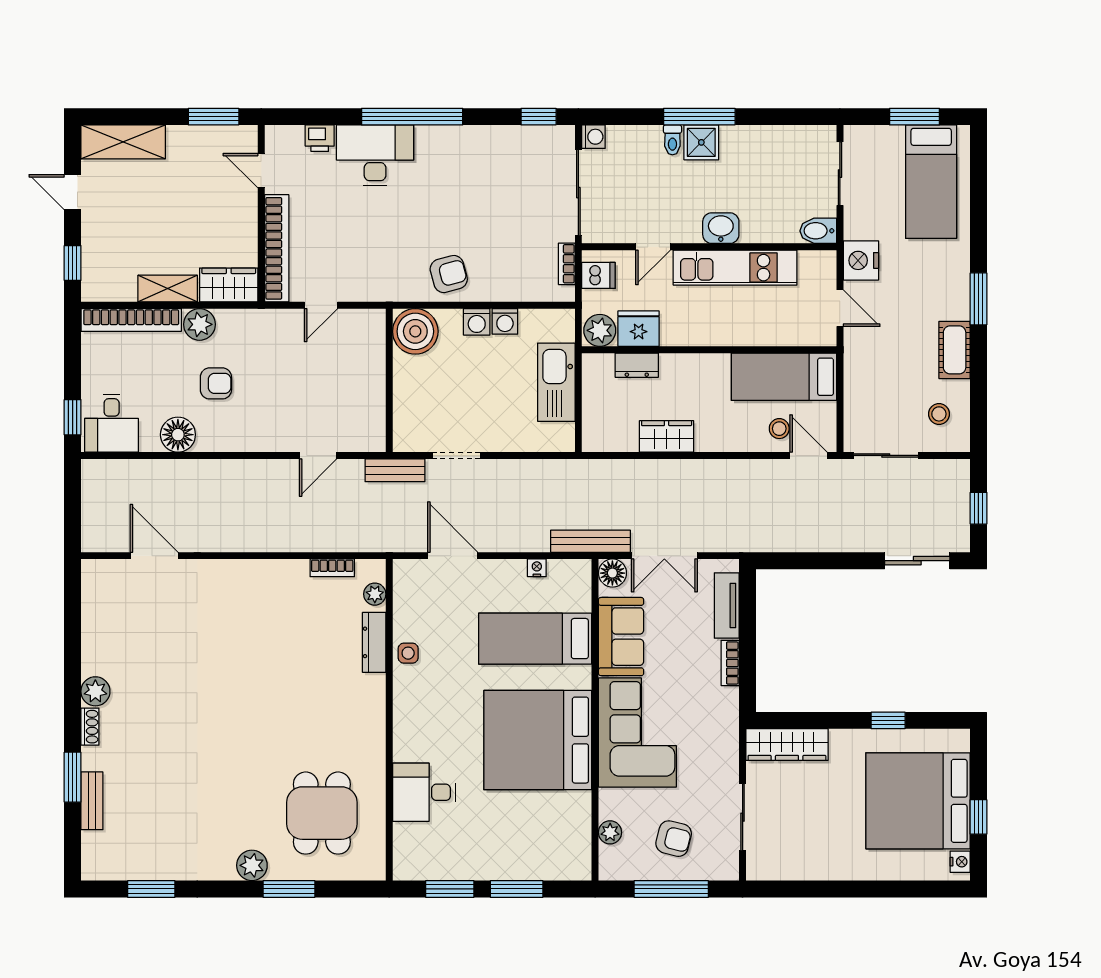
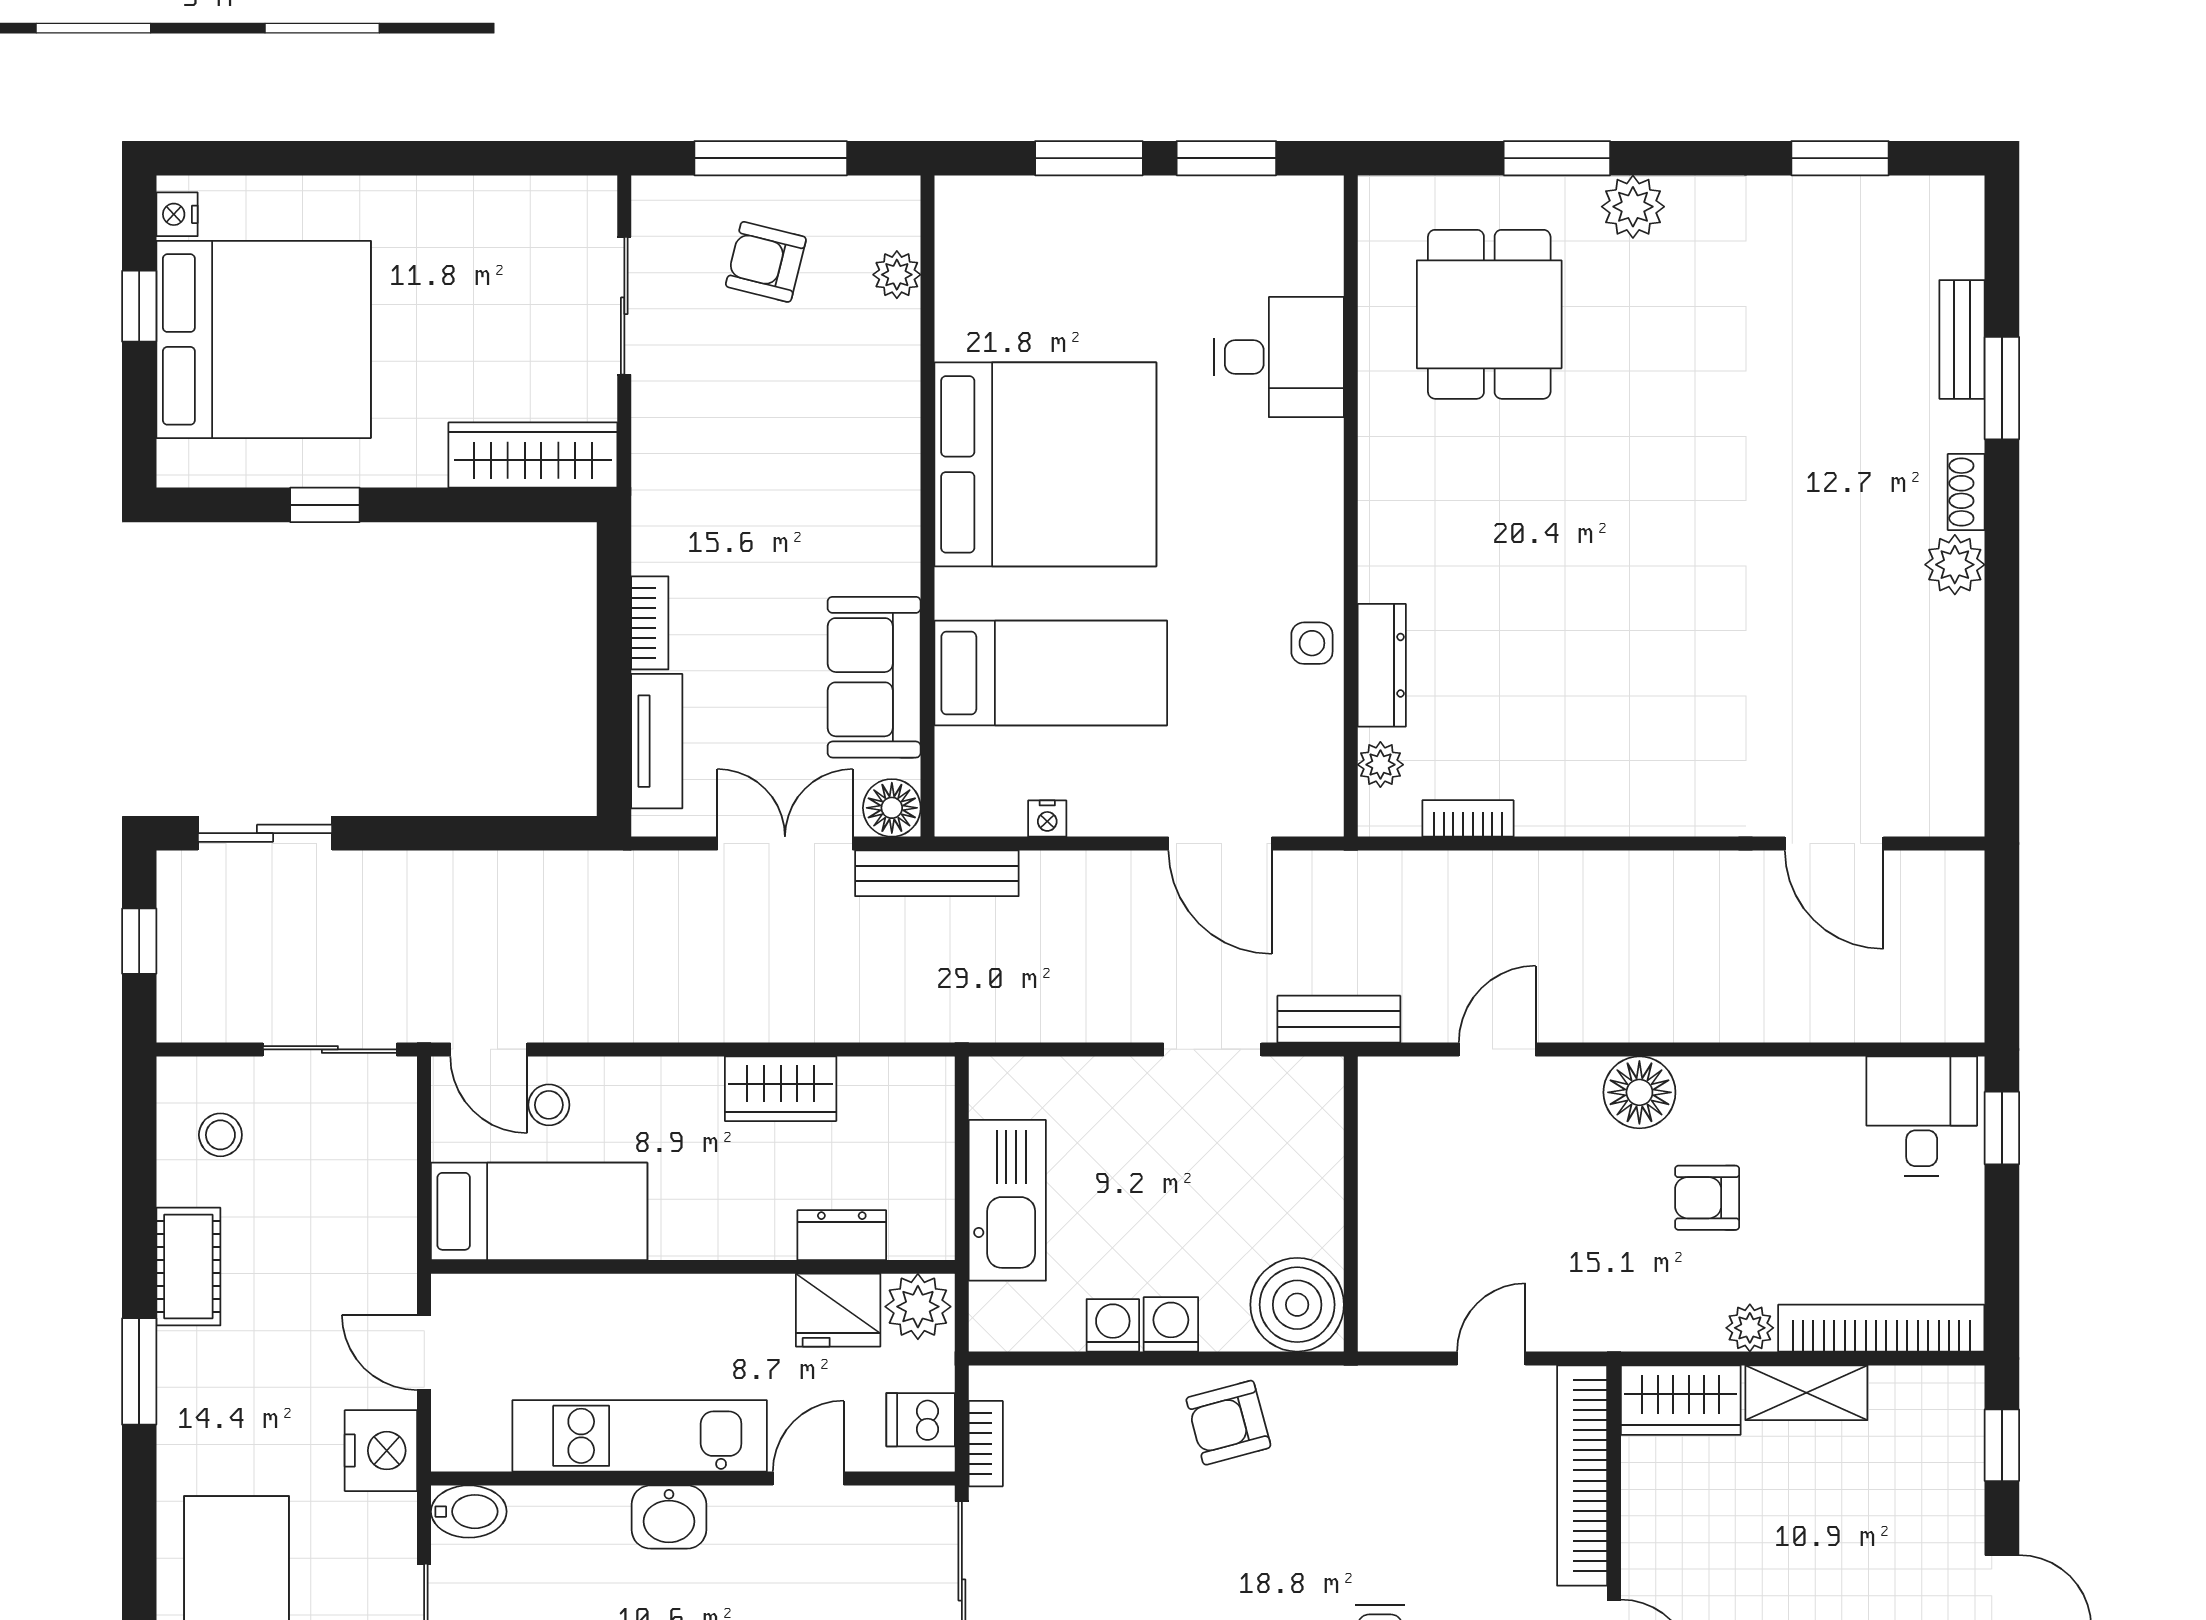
plant: (199, 324) -> (1750, 1328), width x0.73, depth x0.73
floor lamp: (178, 435) -> (1639, 1092), moved
corner sofa: (637, 732) -> (841, 480), removed

